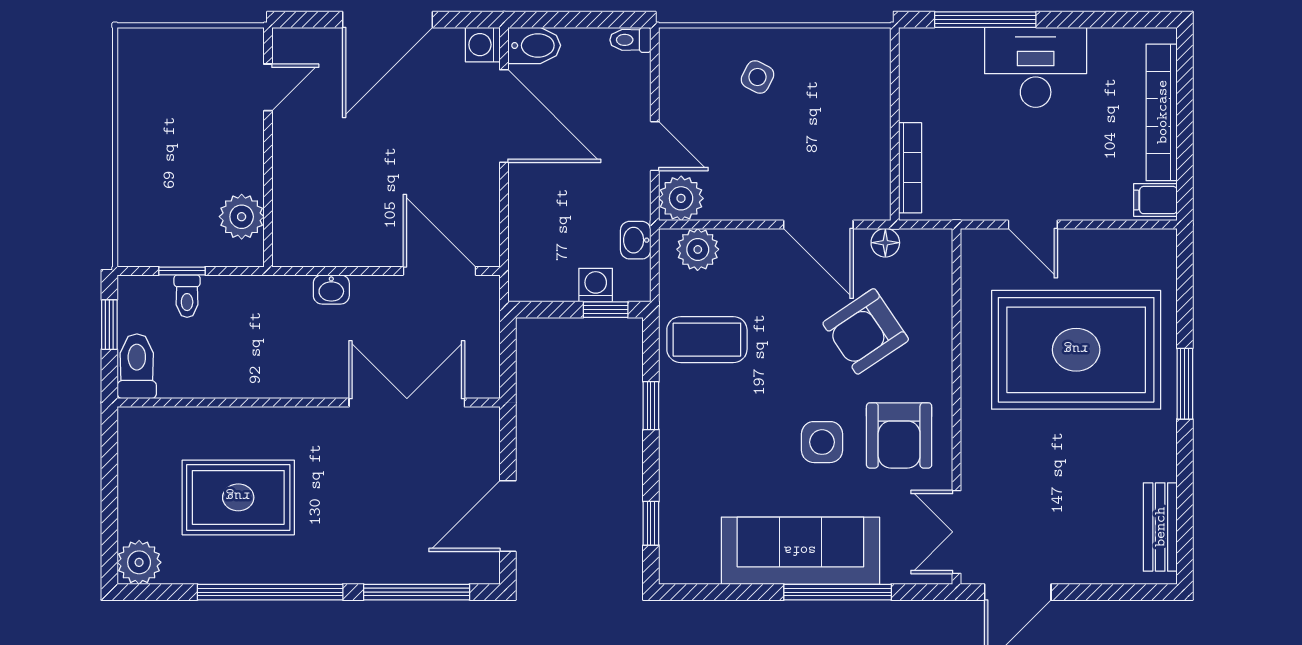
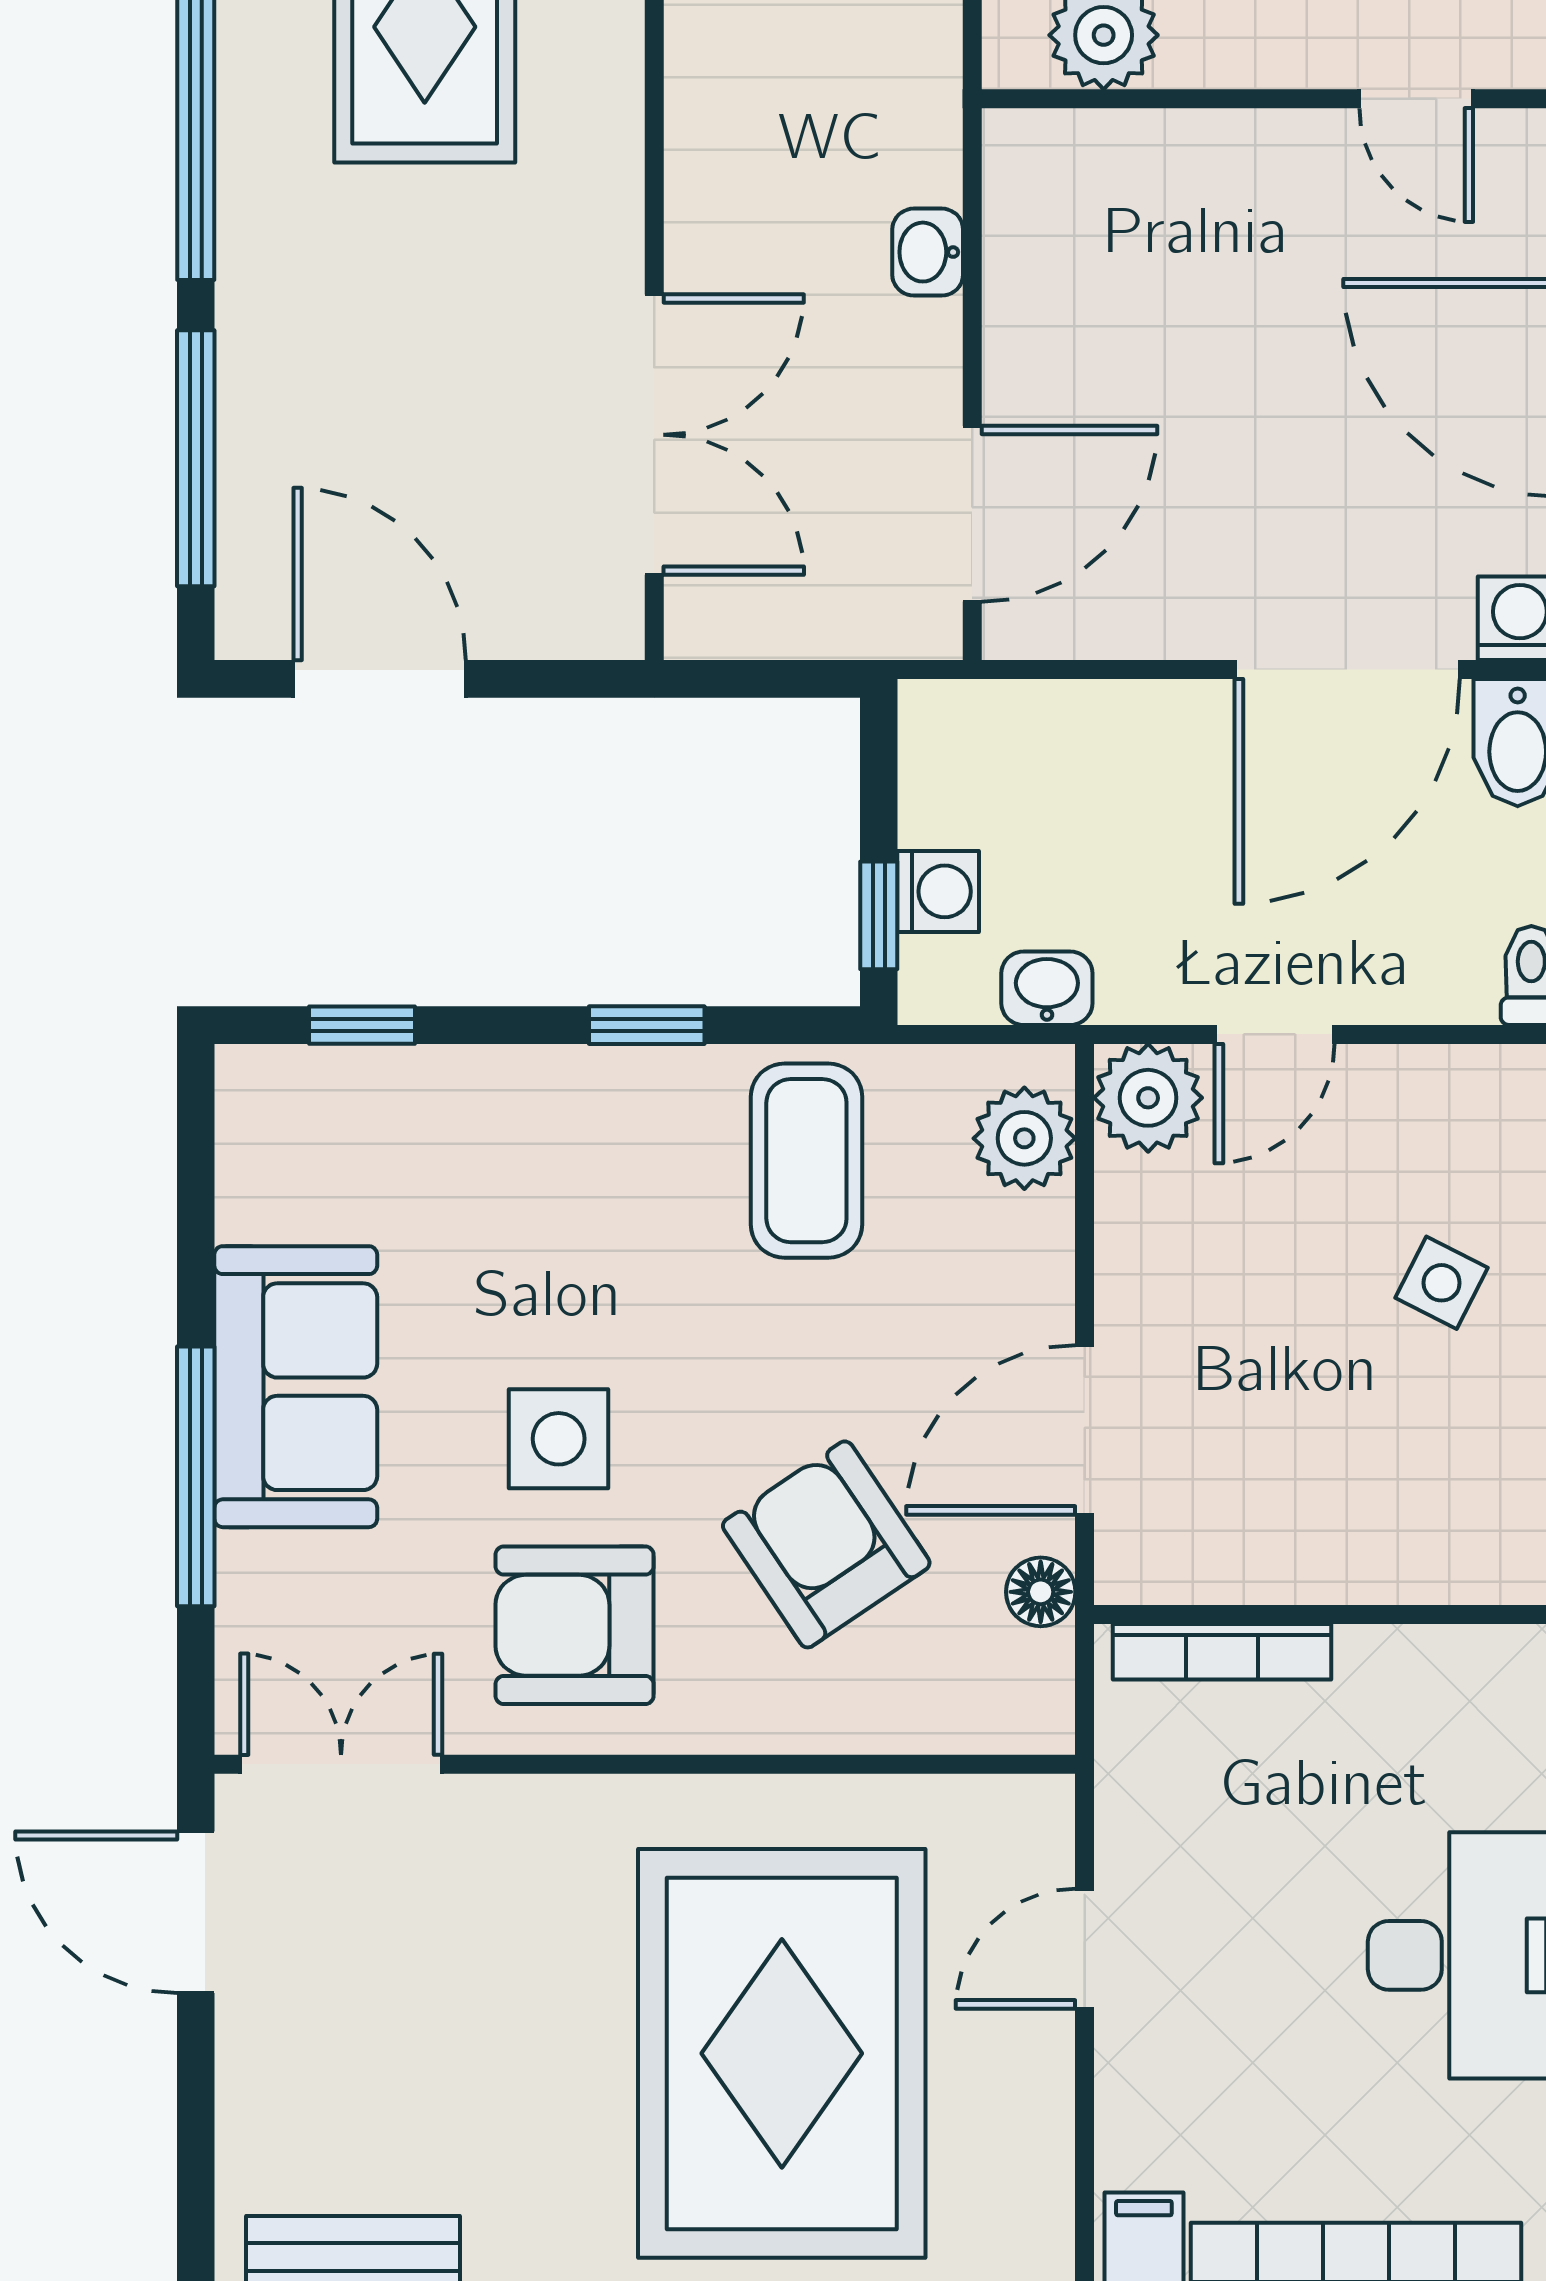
sofa: (800, 551) -> (296, 1387), width x0.73

